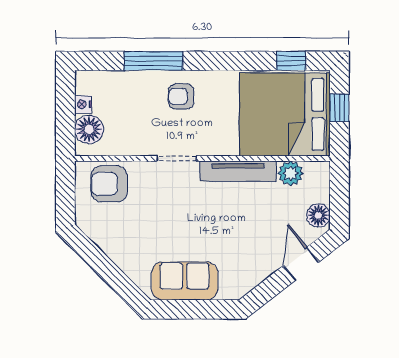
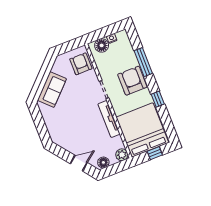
window: (291, 61) -> (158, 99), moved
armchair: (181, 96) -> (132, 81), width x1.88, depth x1.88
plant: (291, 173) -> (122, 155), moved
sofa: (185, 281) -> (52, 89), moved, turned 45

